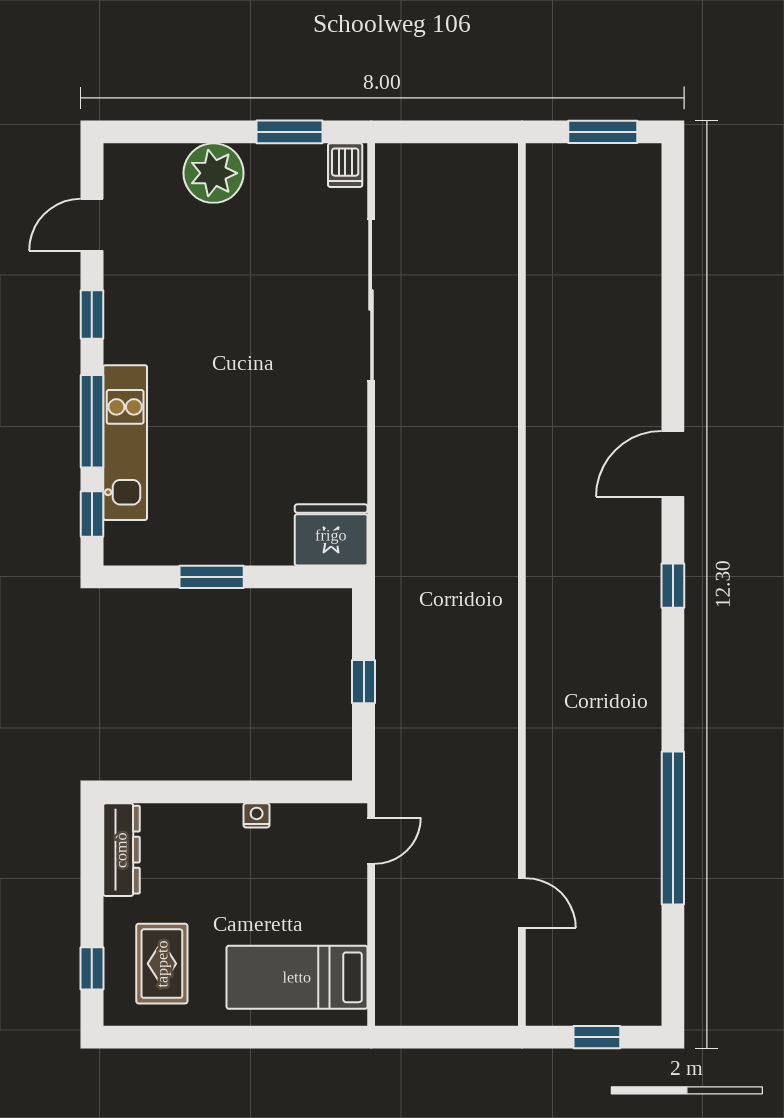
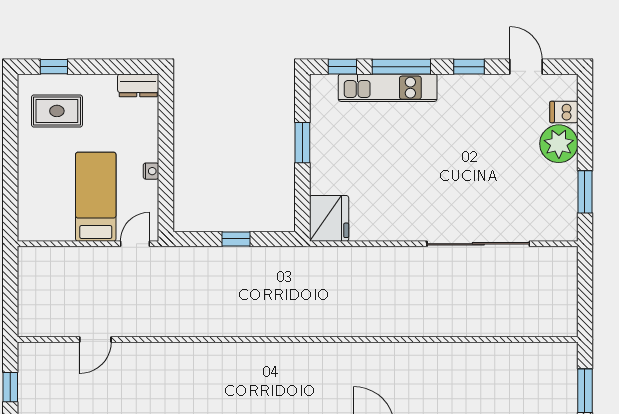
dishwasher: (345, 165) -> (564, 112), moved
door: (371, 841) -> (135, 244), swing flipped
dresser: (121, 850) -> (138, 85), width x0.70
bed: (297, 977) -> (96, 197), moved

